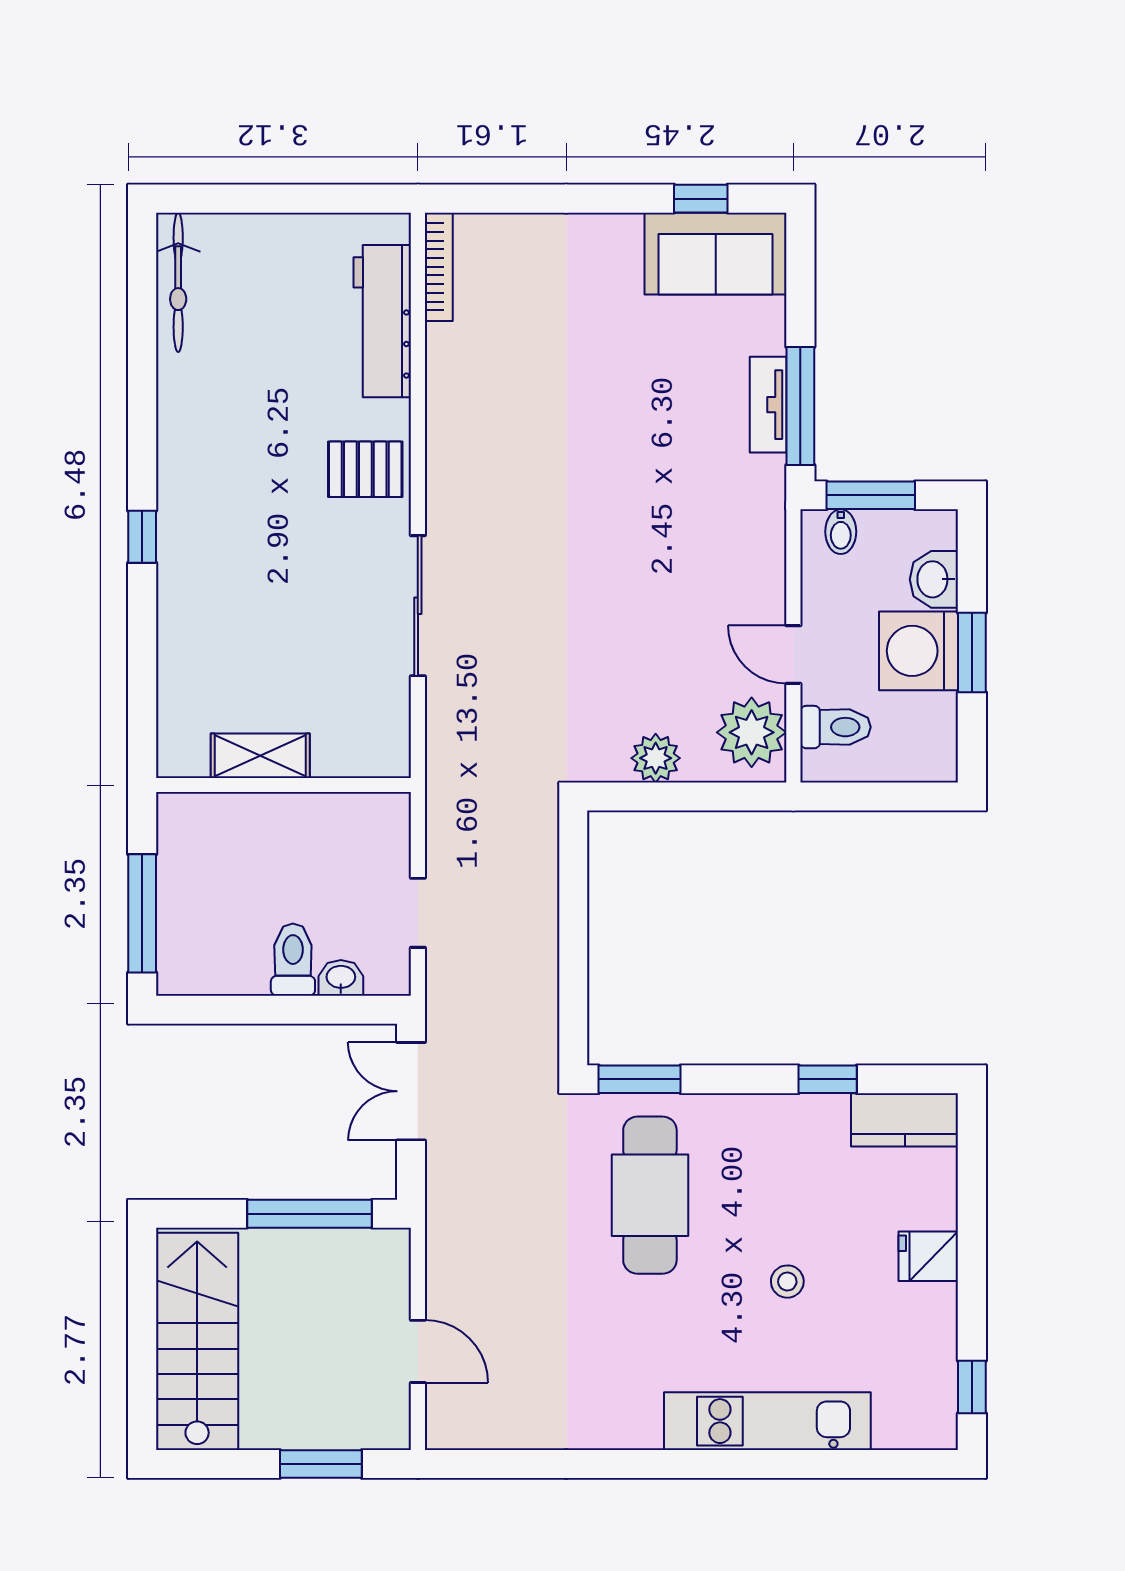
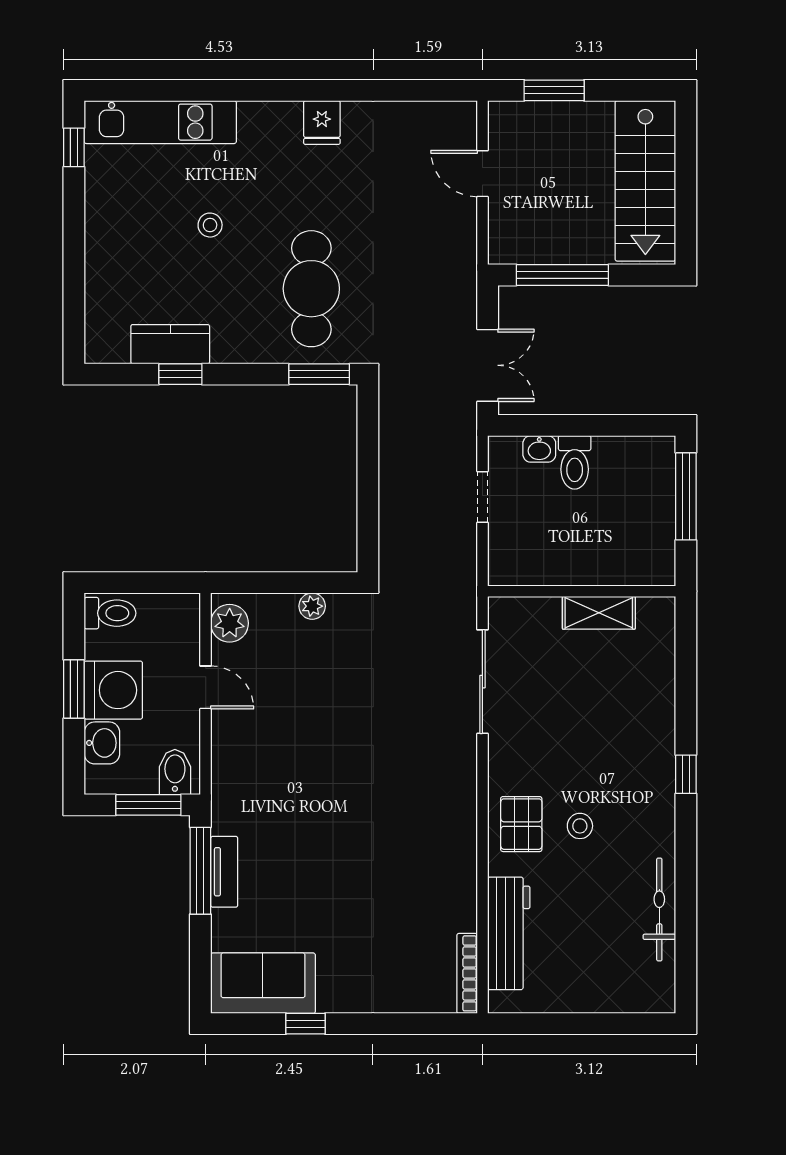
window: (701, 199) -> (306, 1024), moved
bicycle: (178, 282) -> (659, 909), moved
stool: (286, 467) -> (580, 826), added
pallet: (365, 469) -> (521, 824), turned 90
bidet: (841, 532) -> (175, 772), width x1.38, depth x1.36
sliding door: (418, 606) -> (482, 682), moved
toilet: (835, 727) -> (110, 613), moved, turned 180
plant: (752, 732) -> (230, 623), width x0.73, depth x0.73
plant: (656, 758) -> (312, 606), width x0.73, depth x0.73
kitchen counter: (905, 1120) -> (170, 344), moved
fridge: (928, 1256) -> (322, 123), moved, turned 90
kitchen unit: (767, 1421) -> (160, 122), moved

